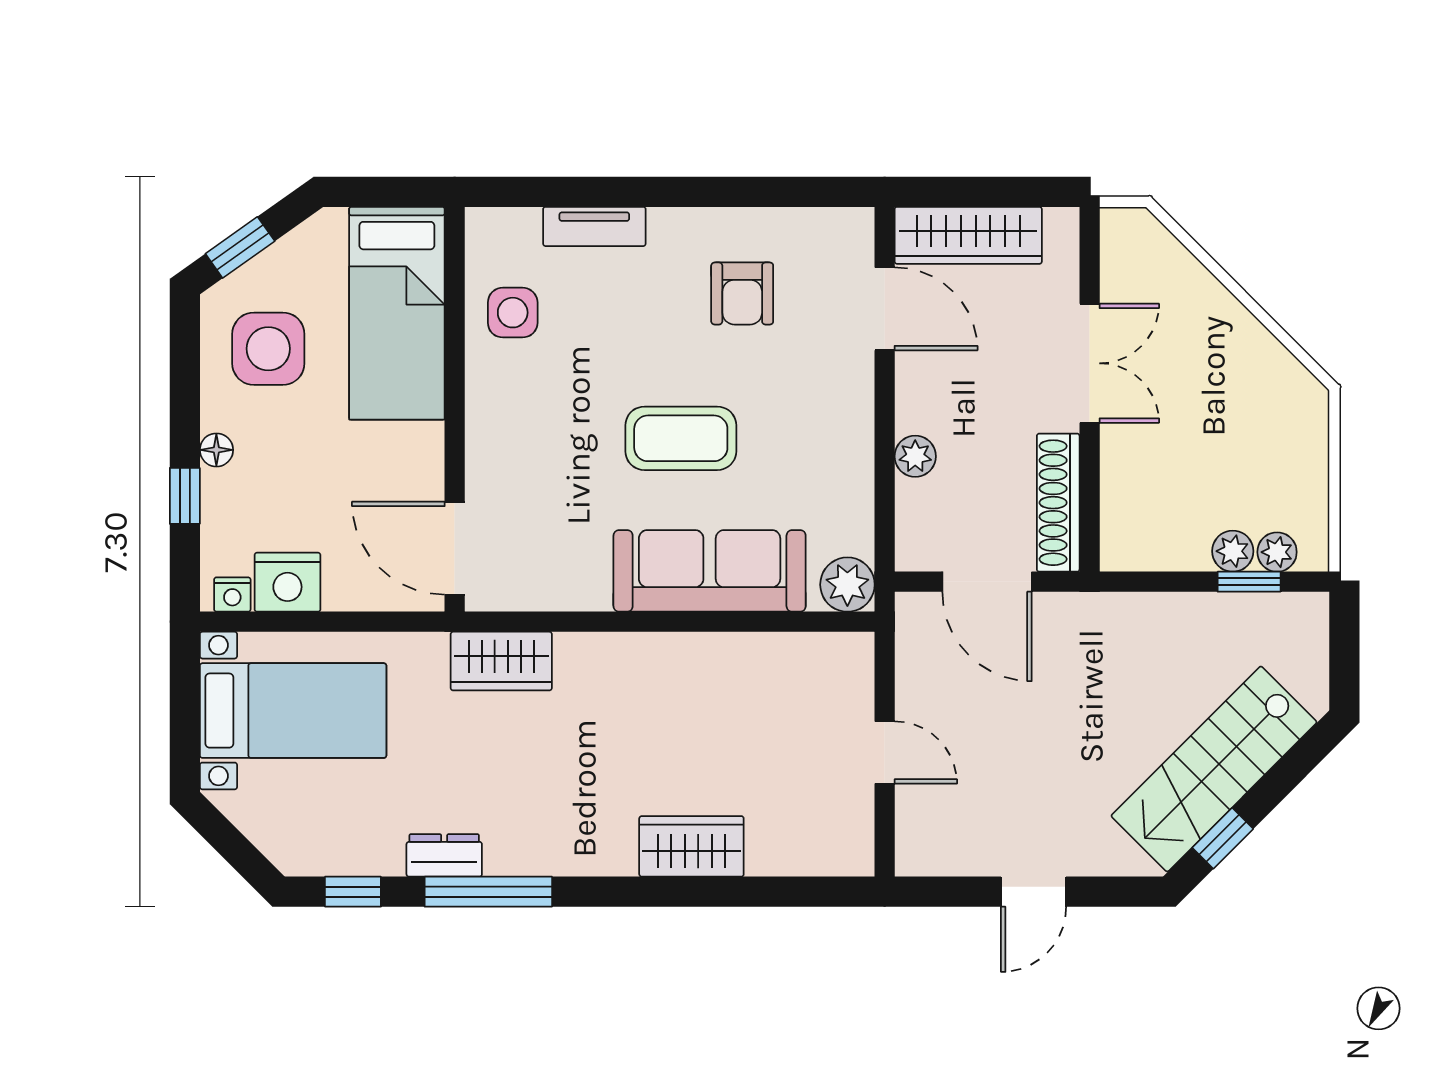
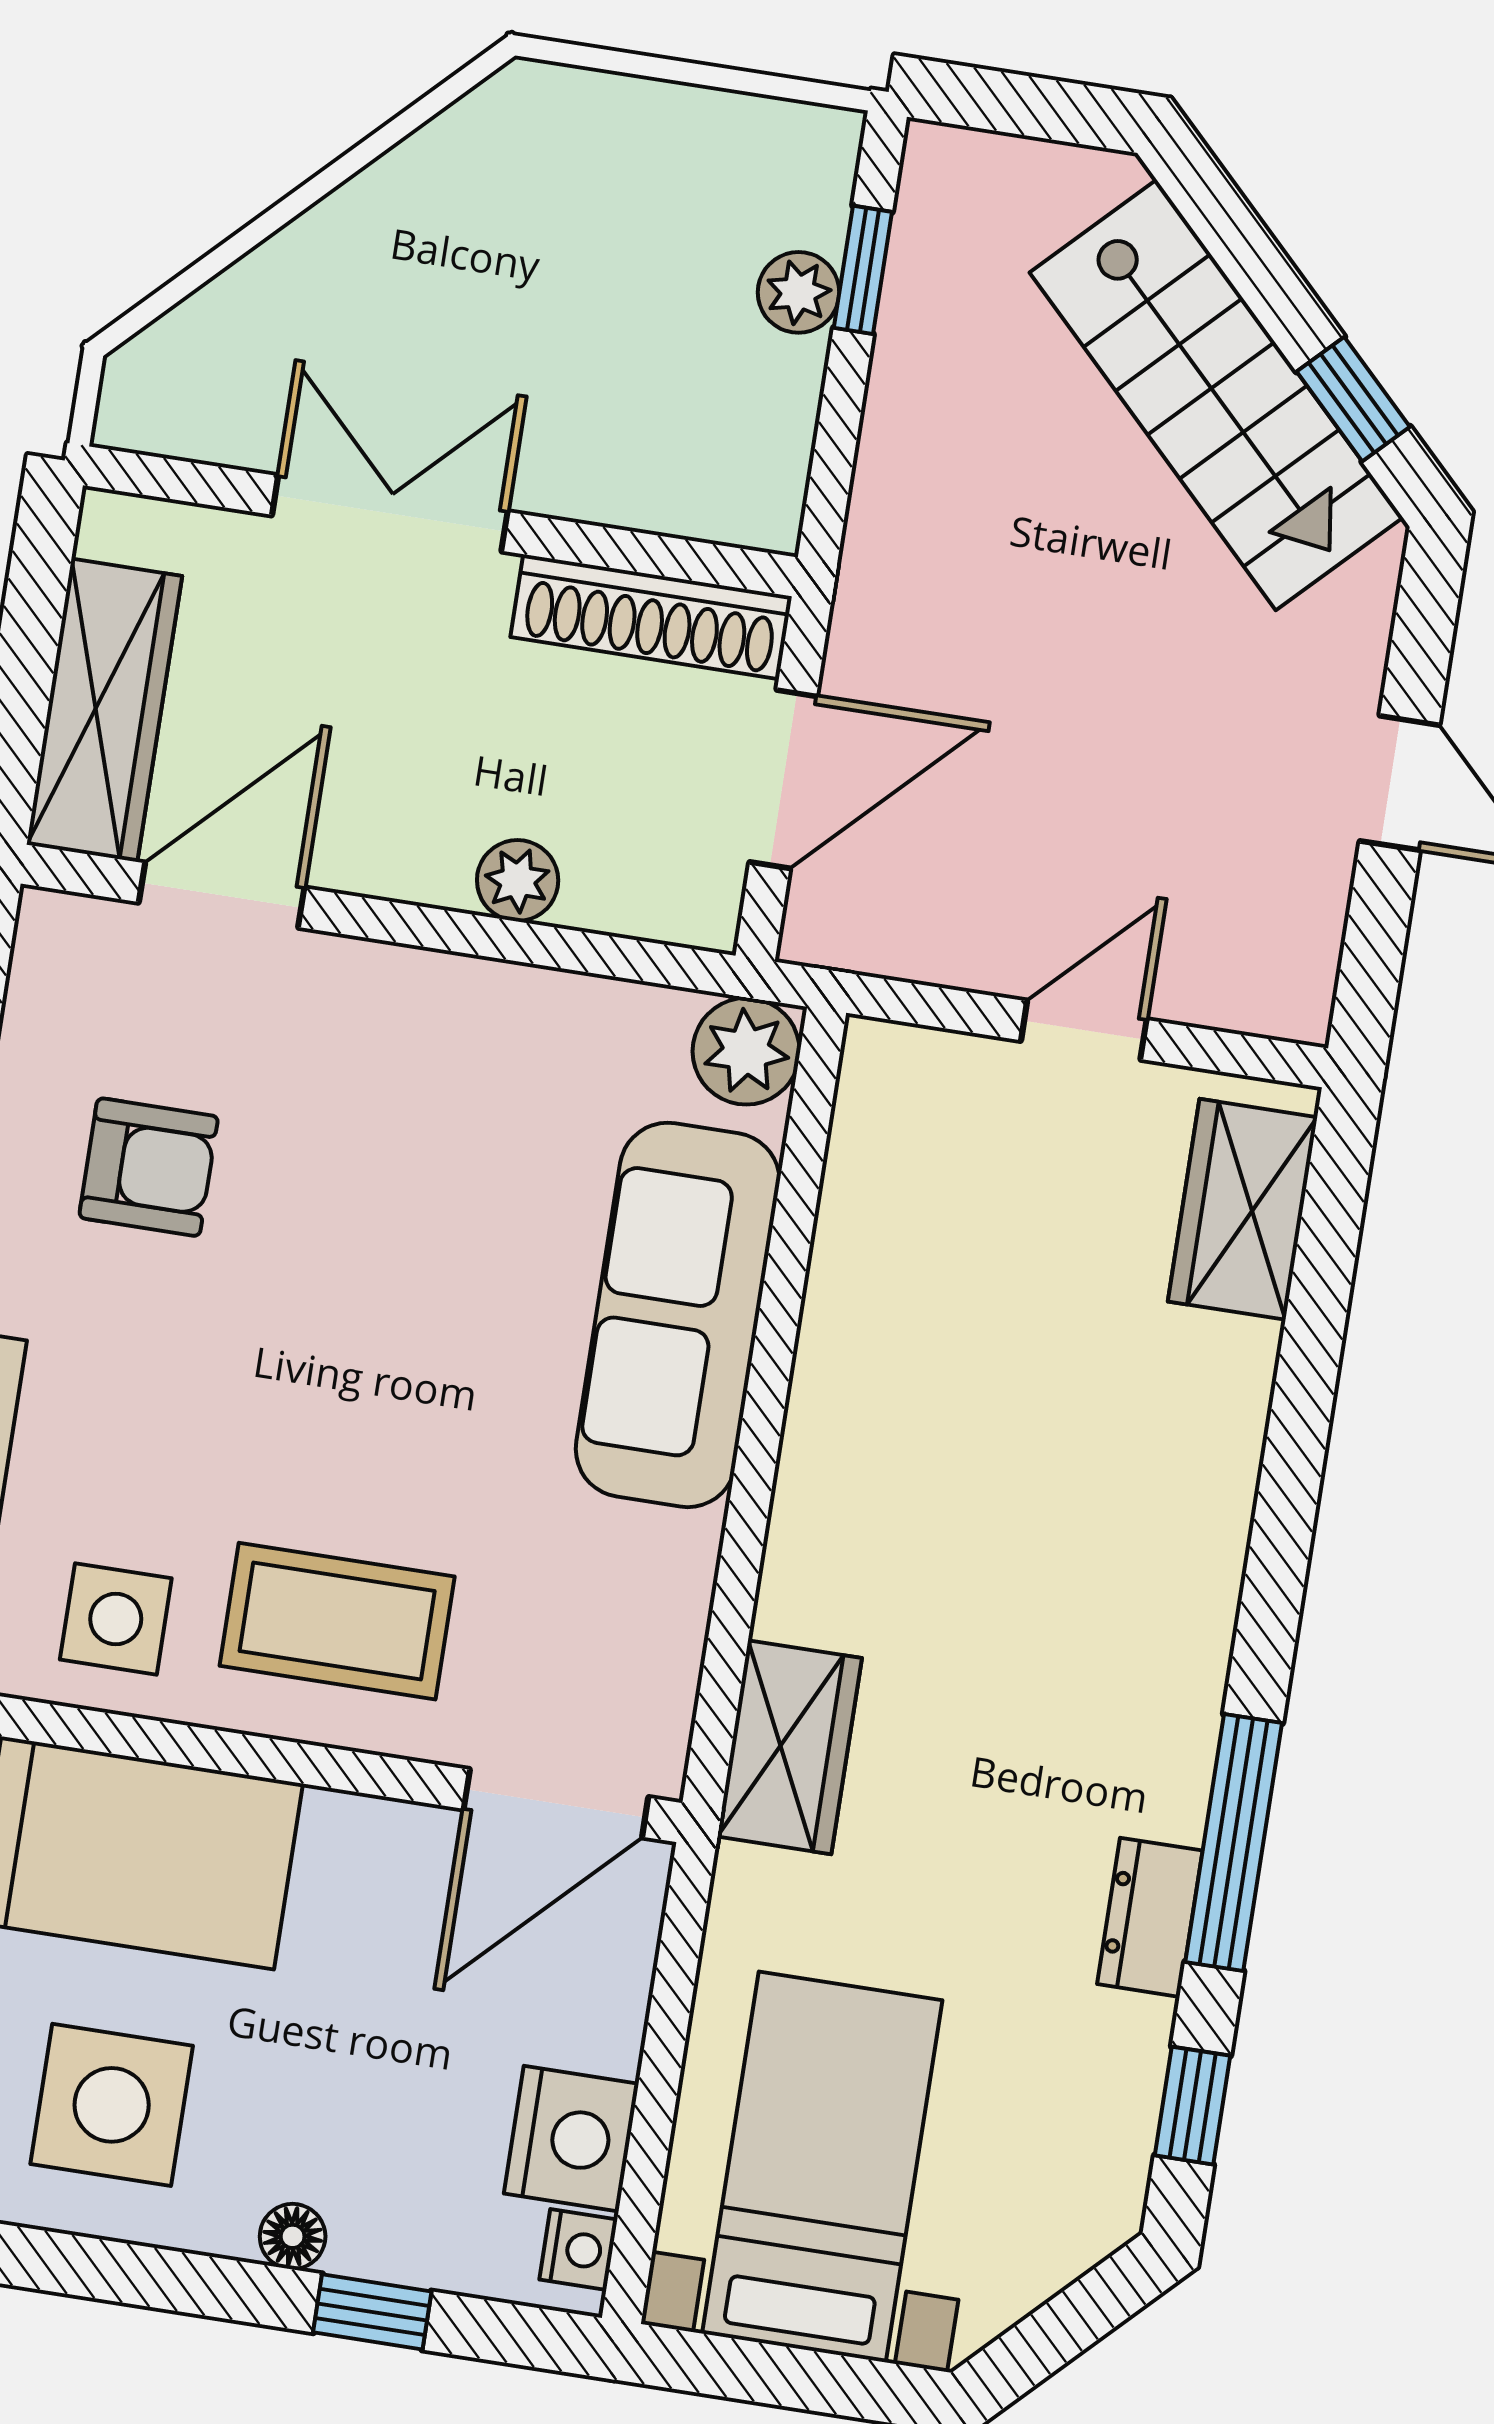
coffee table: (681, 438) -> (337, 1621), moved, turned 90
plant: (1277, 552) -> (814, 207), removed
wardrobe: (691, 846) -> (1243, 1209), moved

